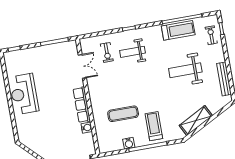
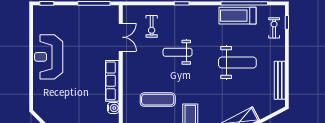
treadmill: (178, 30) -> (237, 16), turned 180
weight bench: (132, 52) -> (178, 52), moved
weight bench: (185, 70) -> (237, 63), turned 180

